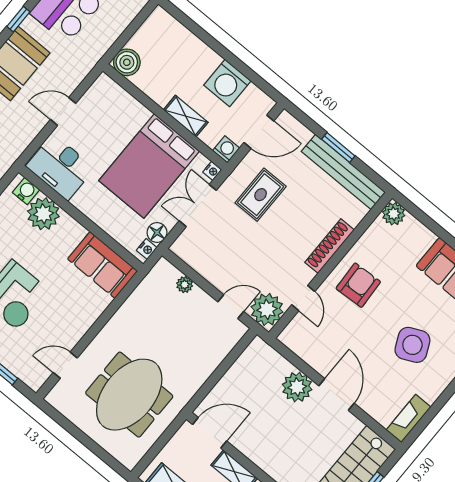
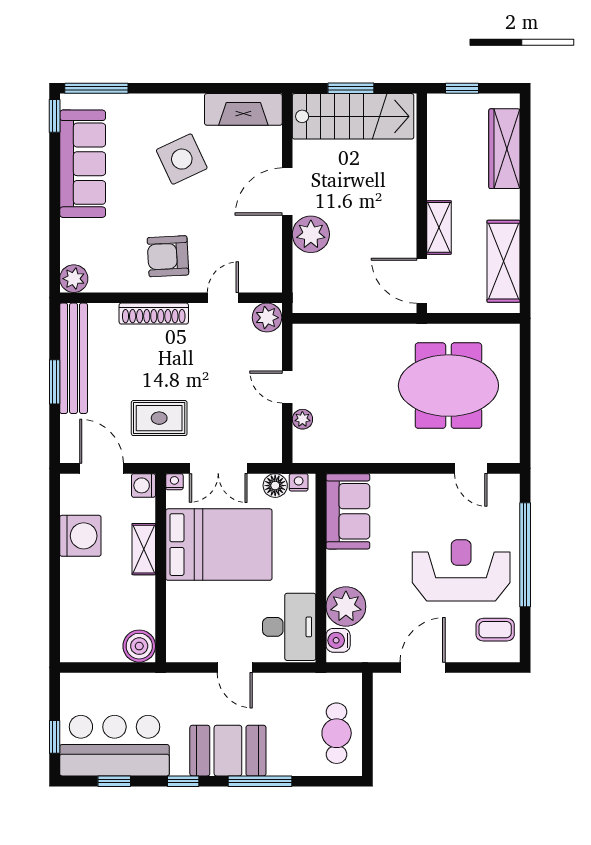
door: (231, 307) -> (287, 387), moved
plant: (267, 309) -> (267, 318), width x0.73, depth x0.73
fireplace: (408, 418) -> (243, 109), width x1.37, depth x1.32

